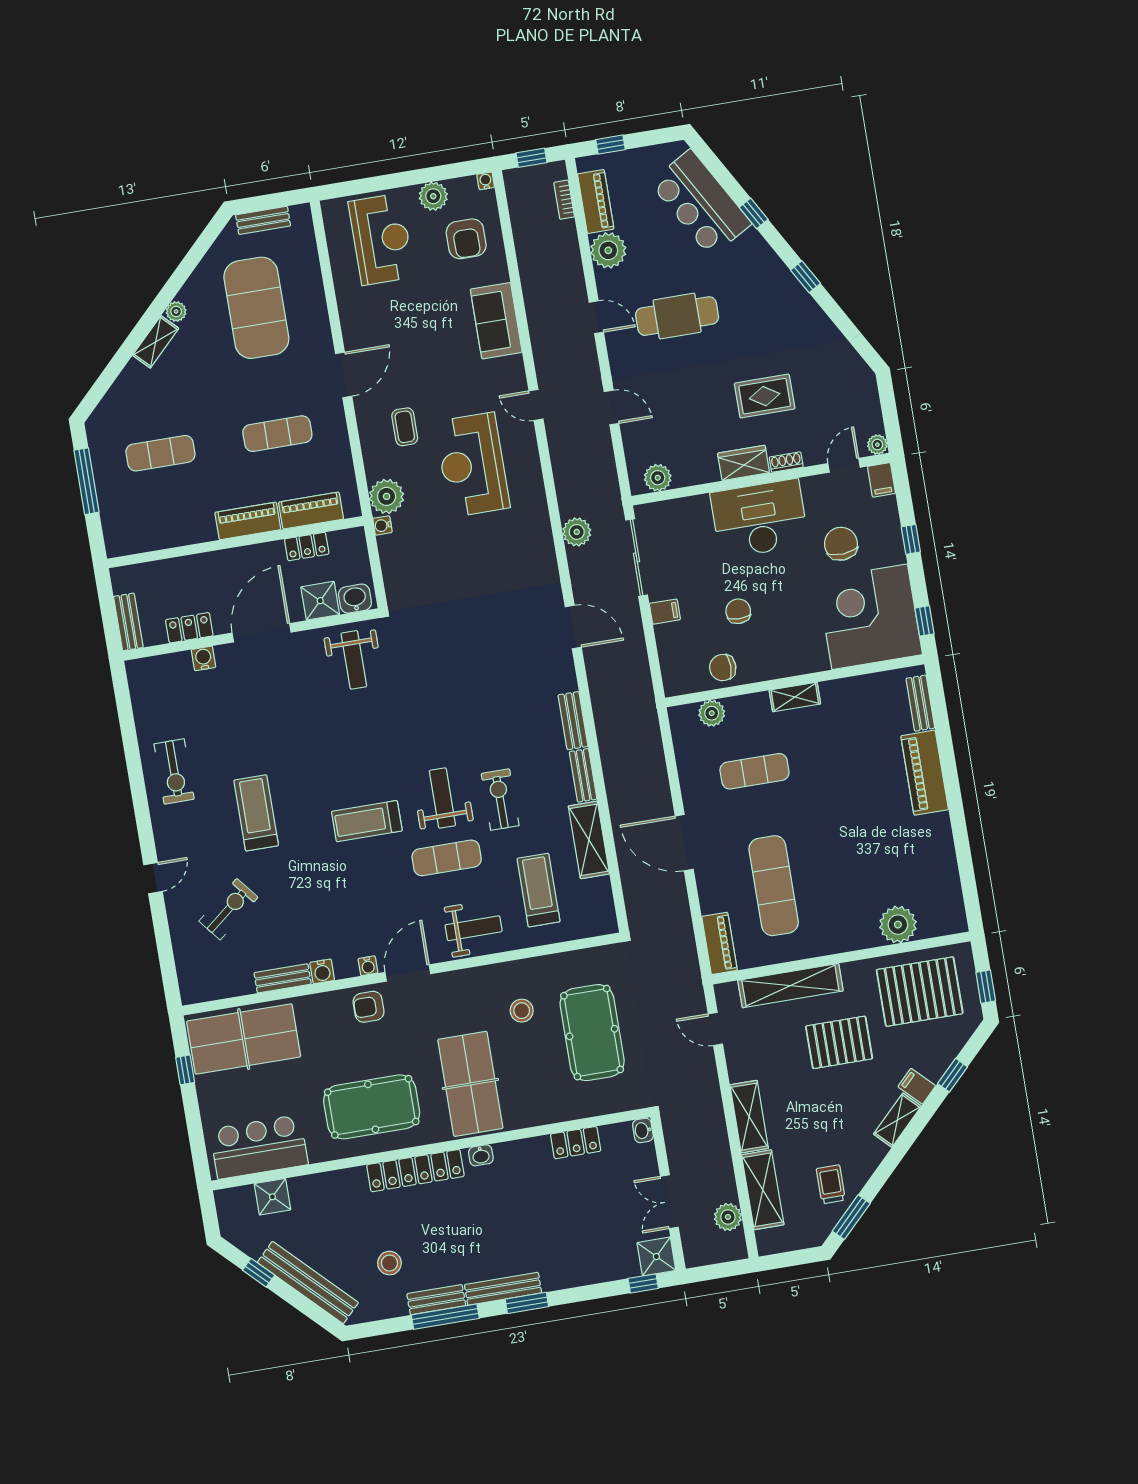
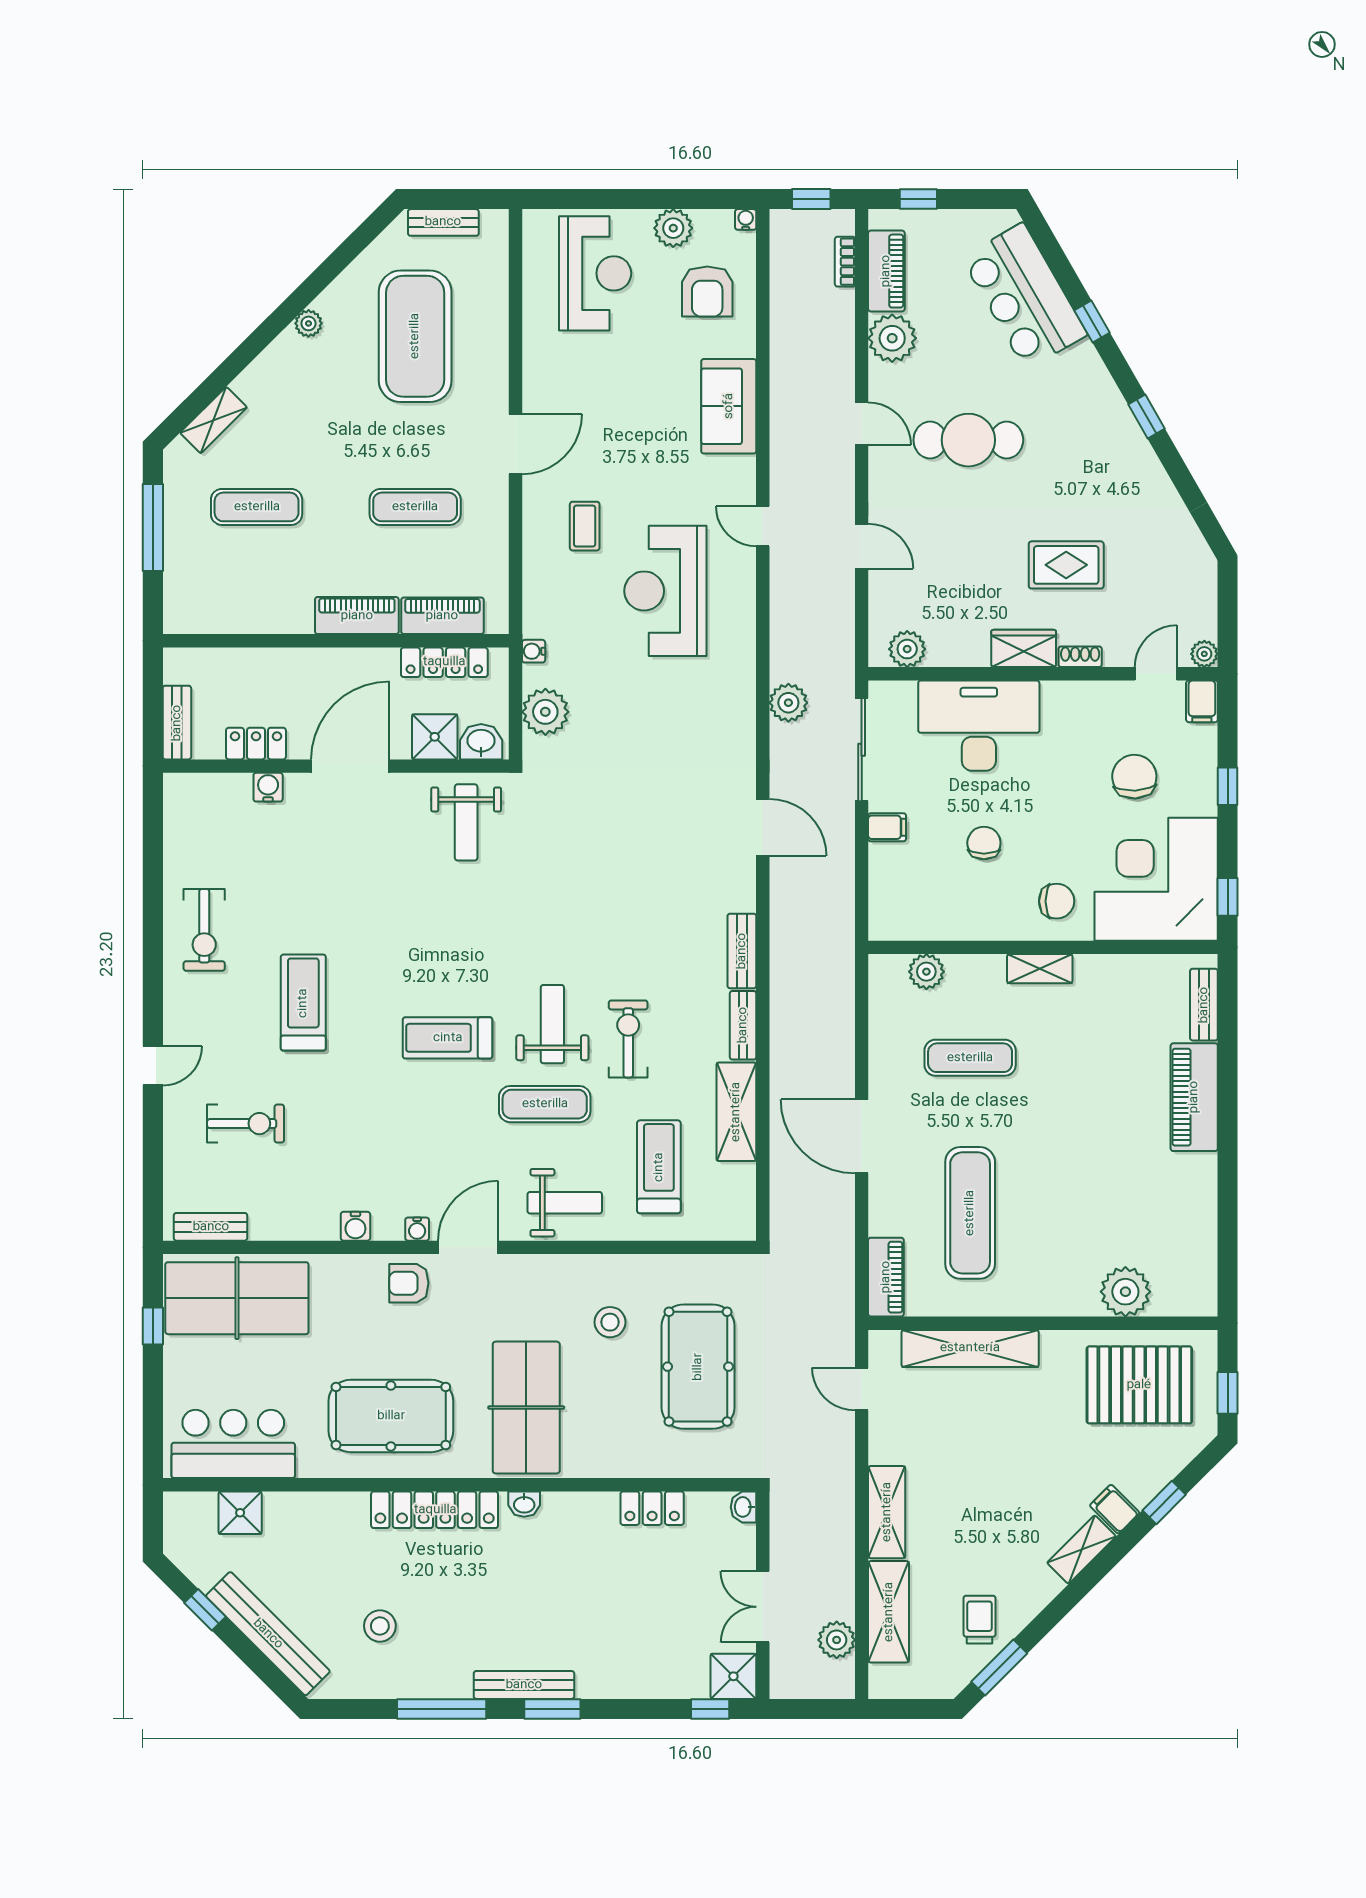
shelving: (156, 342) -> (214, 420), moved
plant: (387, 496) -> (545, 712), moved
desk: (759, 519) -> (979, 726), moved
locker: (307, 547) -> (444, 662), width x1.53
chair: (723, 668) -> (1057, 901), moved, turned 180
exercise bike: (228, 909) -> (246, 1124), turned 39
bench: (283, 978) -> (211, 1227), moved
pallet: (839, 1042) -> (1022, 1434), removed
bench: (436, 1300) -> (434, 1685), removed

